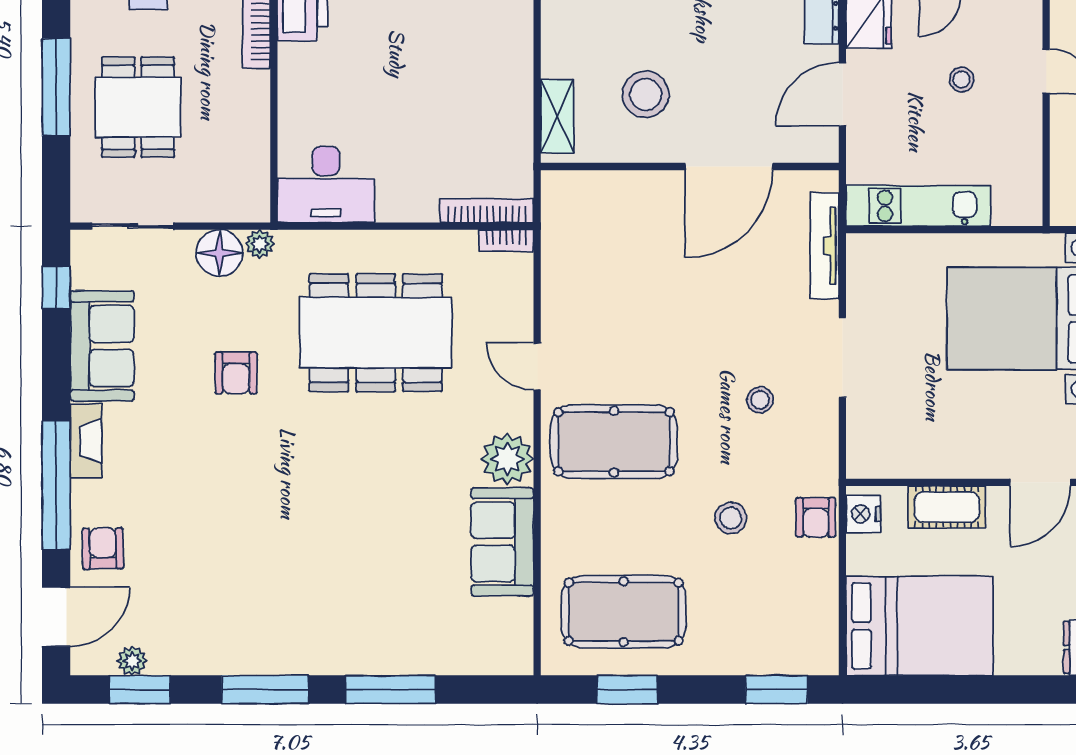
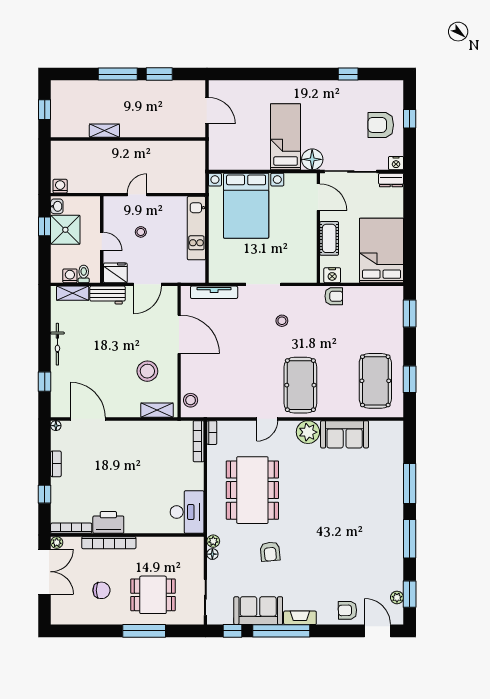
door: (842, 94) -> (147, 284), hinge flipped
kitchen unit: (918, 206) -> (196, 228), moved
floor lamp: (220, 253) -> (212, 554), width x0.53, depth x0.53
armchair: (236, 373) -> (270, 552), turned 85
window: (56, 485) -> (281, 631), moved
stool: (731, 518) -> (191, 400), moved

